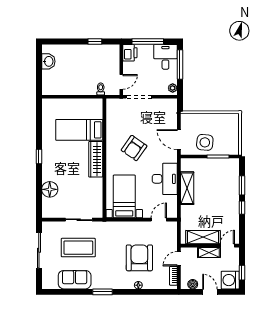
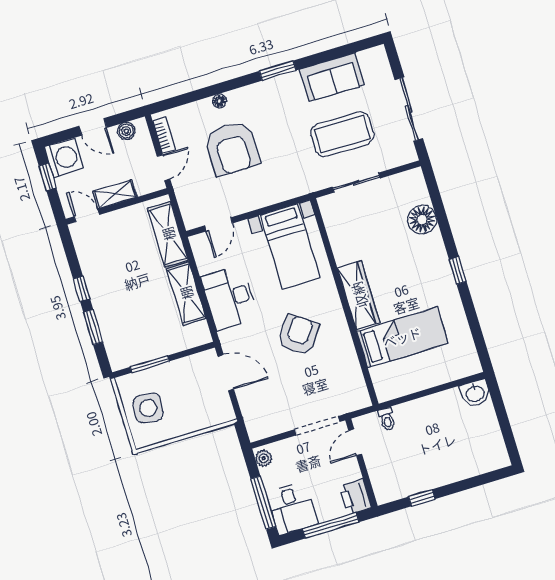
washbasin: (48, 61) -> (475, 393), moved, turned -90
side table: (205, 142) -> (148, 408), moved
shelving: (203, 237) -> (168, 234), moved, turned 90
door: (227, 246) -> (87, 216), swing flipped

